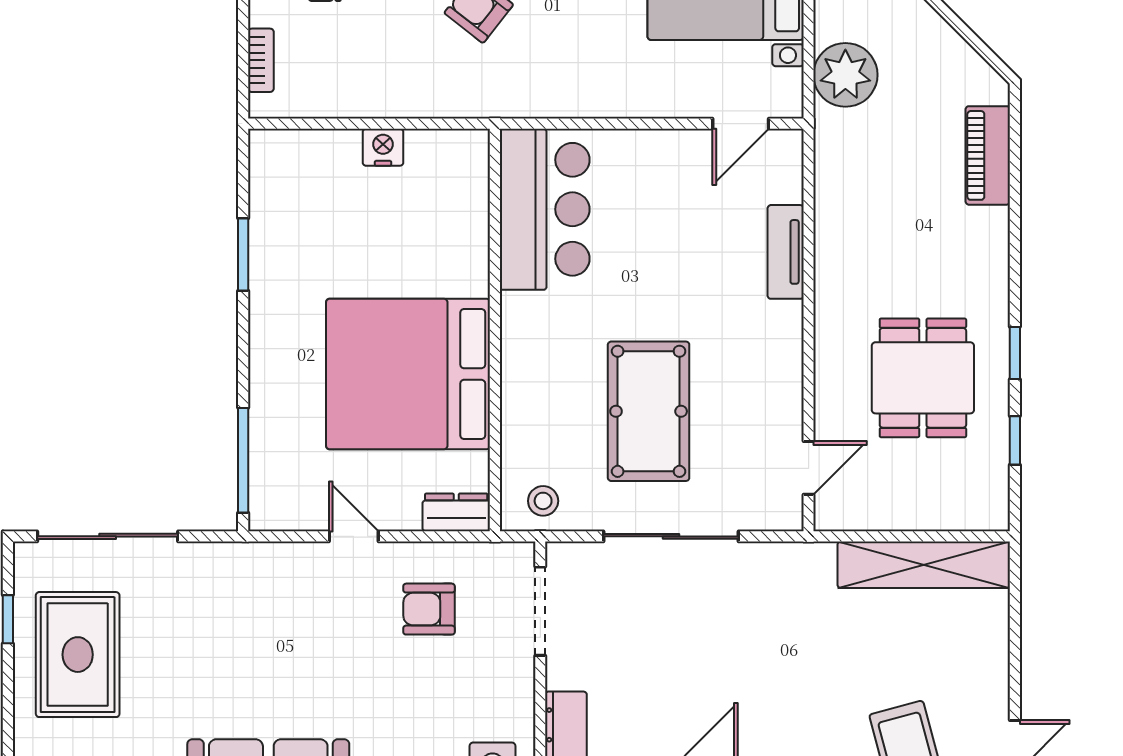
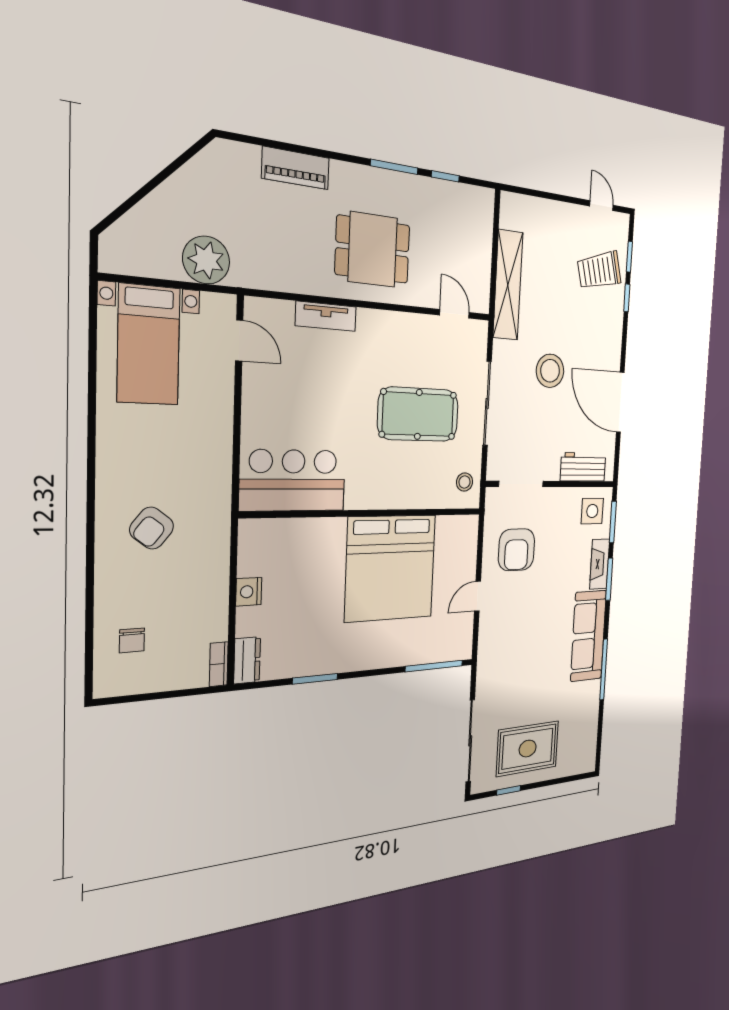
bookcase: (261, 60) -> (219, 664), moved, turned -90
piano: (988, 155) -> (296, 168), moved
window: (1015, 353) -> (394, 167), width x1.50
dining table: (923, 378) -> (373, 250), moved
dresser: (456, 512) -> (247, 660), moved, turned 180
shelving: (924, 565) -> (508, 285), moved
armchair: (429, 609) -> (517, 550), width x1.38, depth x1.38
stool: (731, 658) -> (550, 371), added

